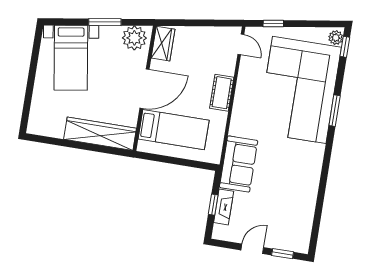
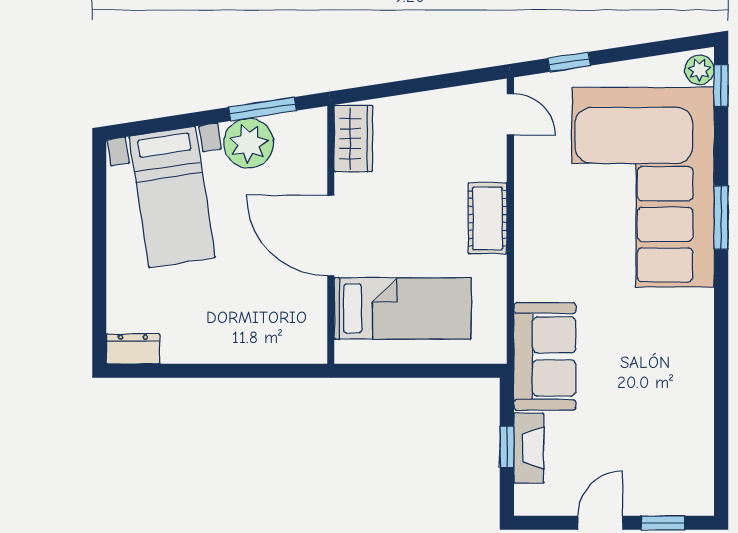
window: (105, 22) -> (262, 109), moved
plant: (134, 38) -> (249, 143), moved
door: (145, 89) -> (331, 235), swing flipped
dresser: (40, 128) -> (133, 349), added
wardrobe: (100, 134) -> (256, 341), removed

